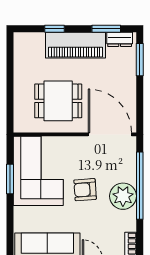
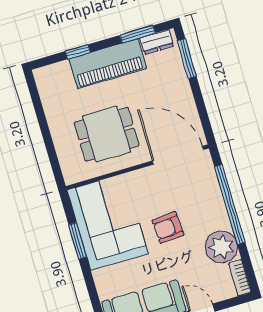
plant: (123, 196) -> (221, 247), moved

